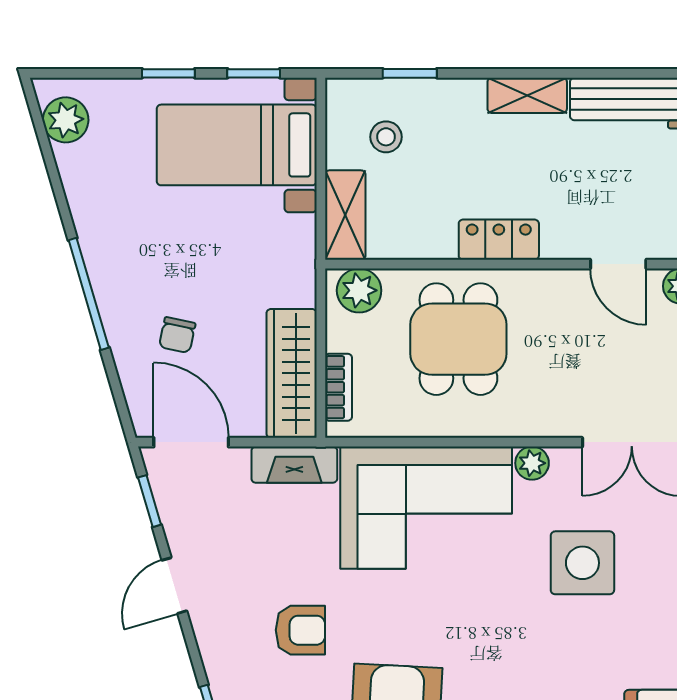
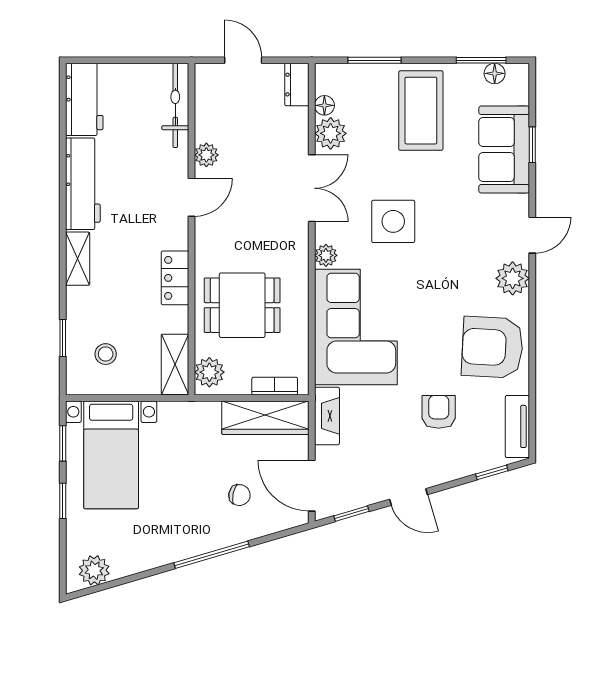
shelving: (345, 215) -> (175, 364), moved, turned 90
door: (191, 442) -> (312, 486), hinge flipped

